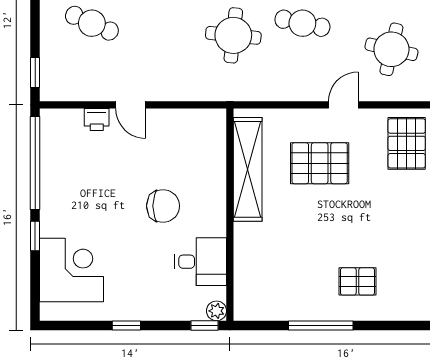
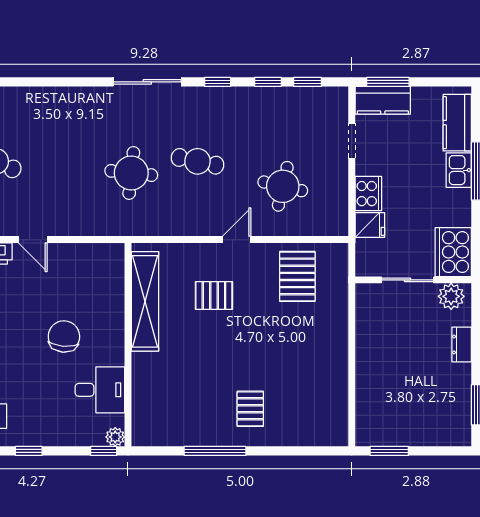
pallet: (320, 163) -> (214, 296), width x0.67, depth x0.71
chair: (163, 206) -> (64, 336), turned -85
pallet: (357, 281) -> (250, 409), turned 90

